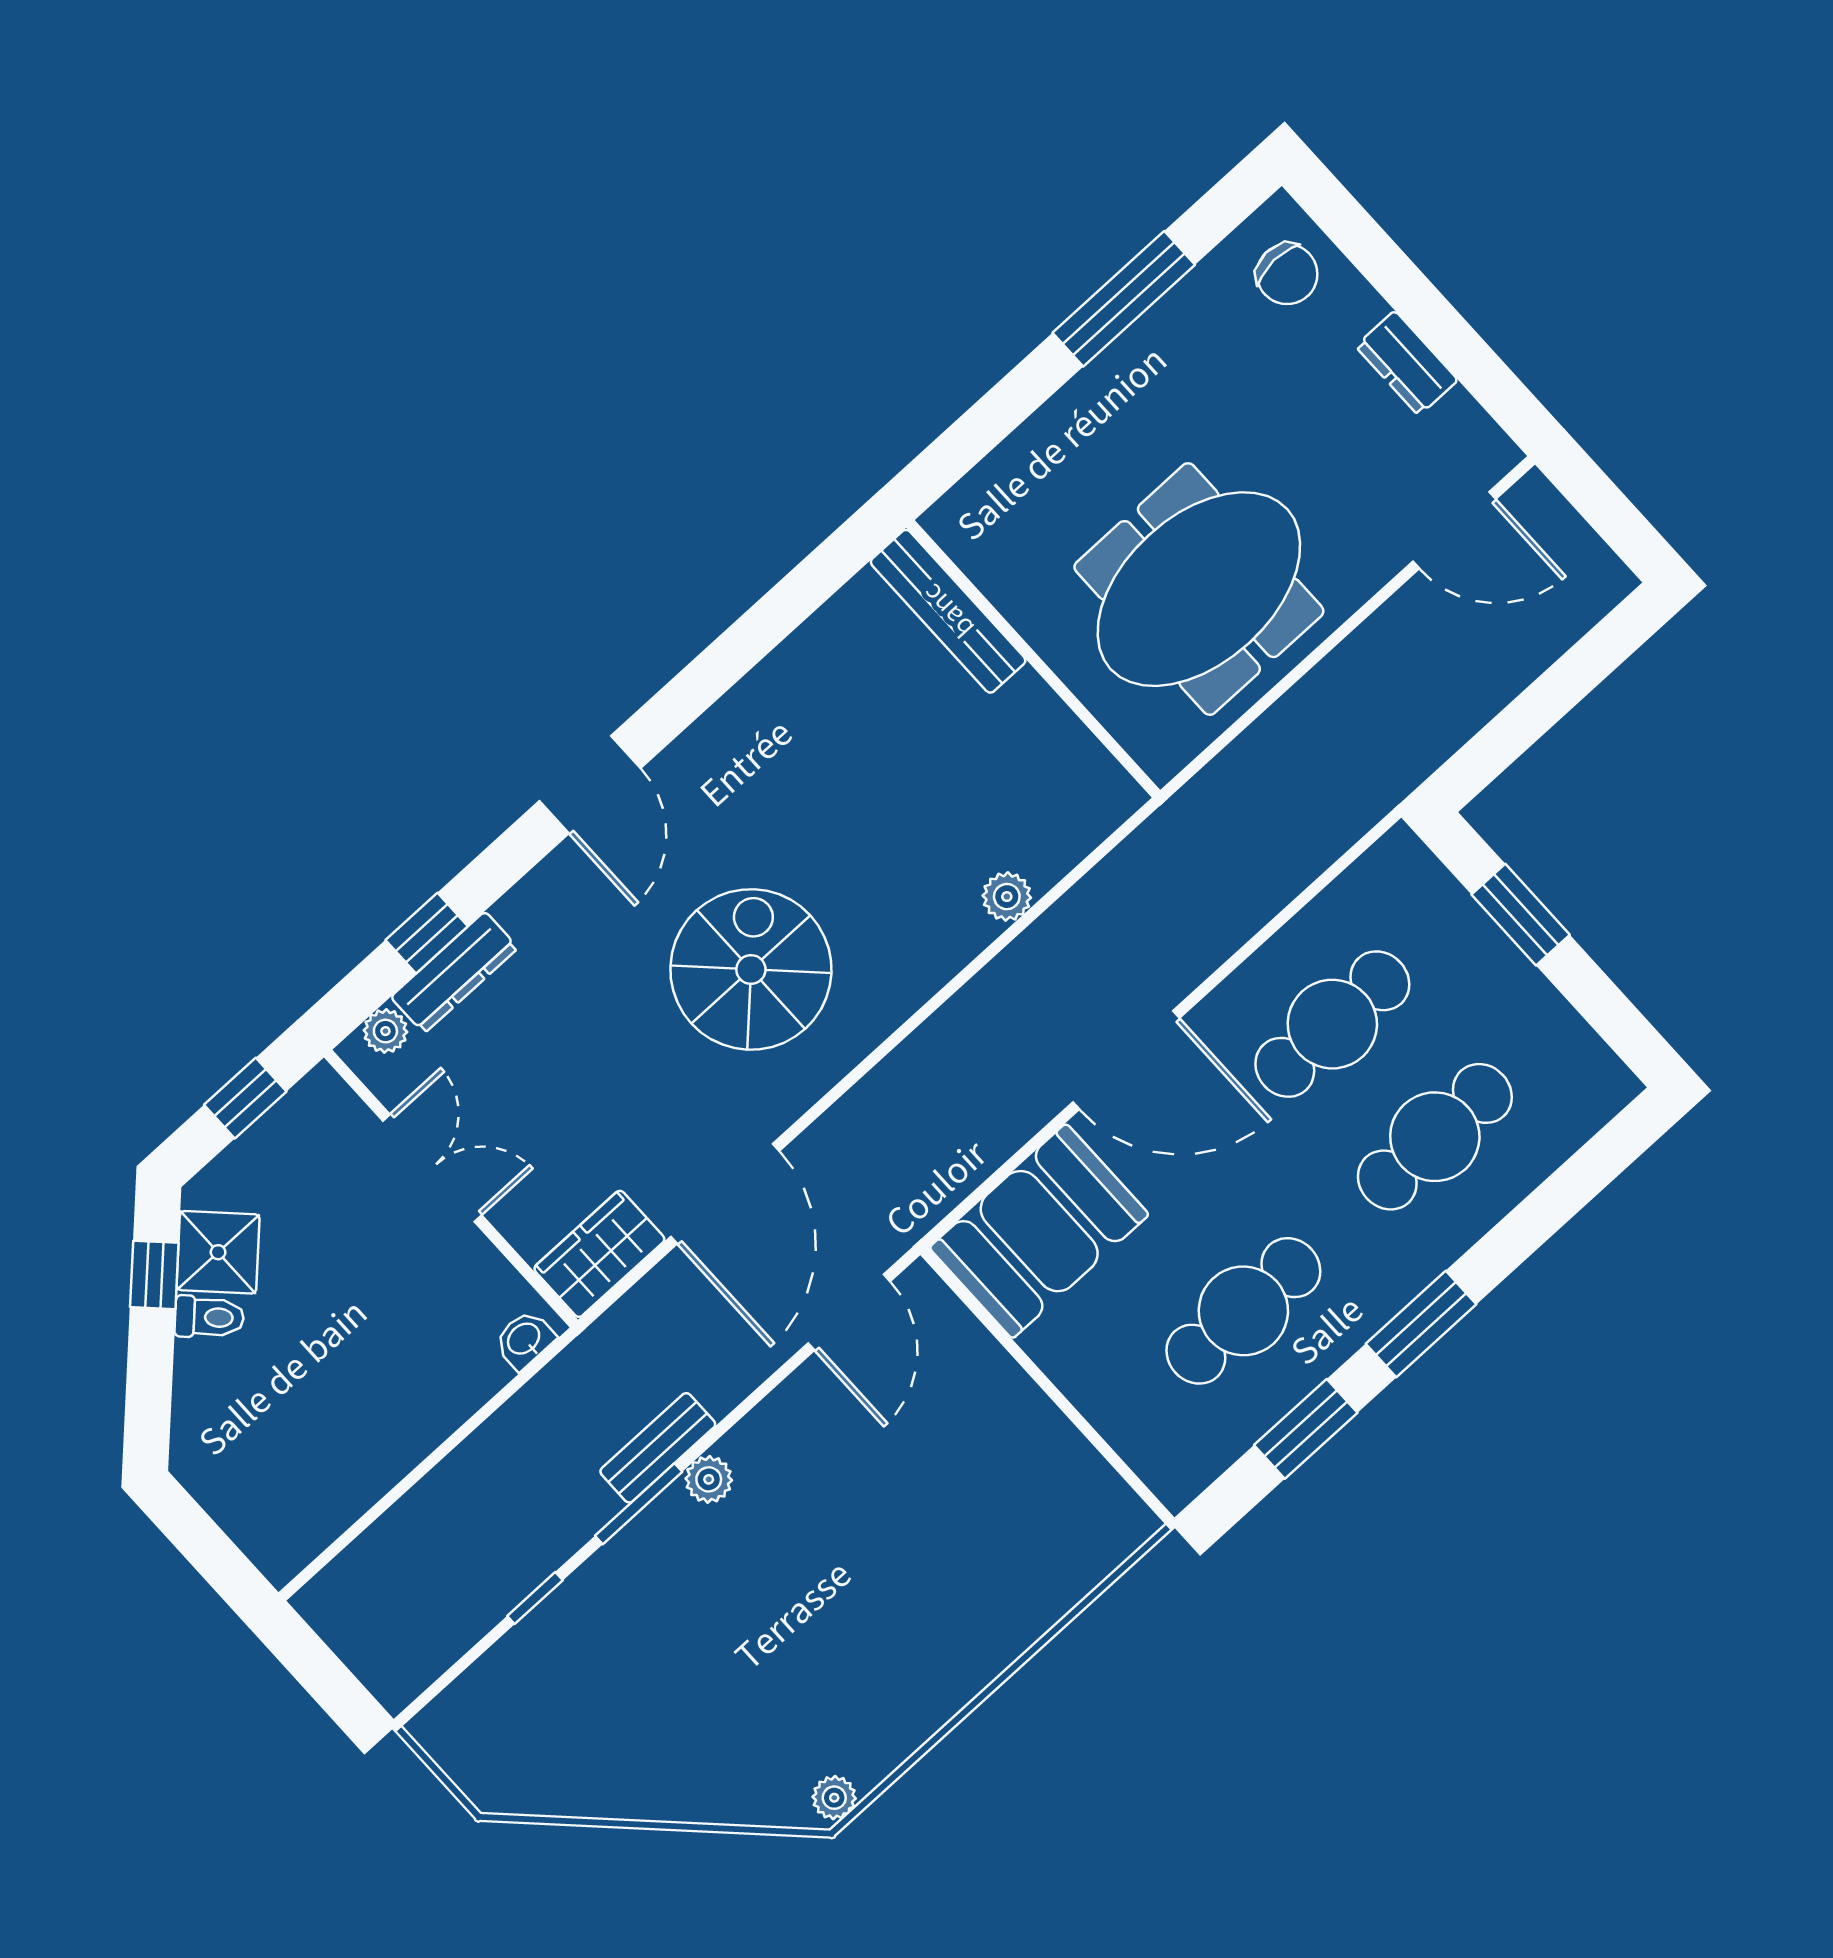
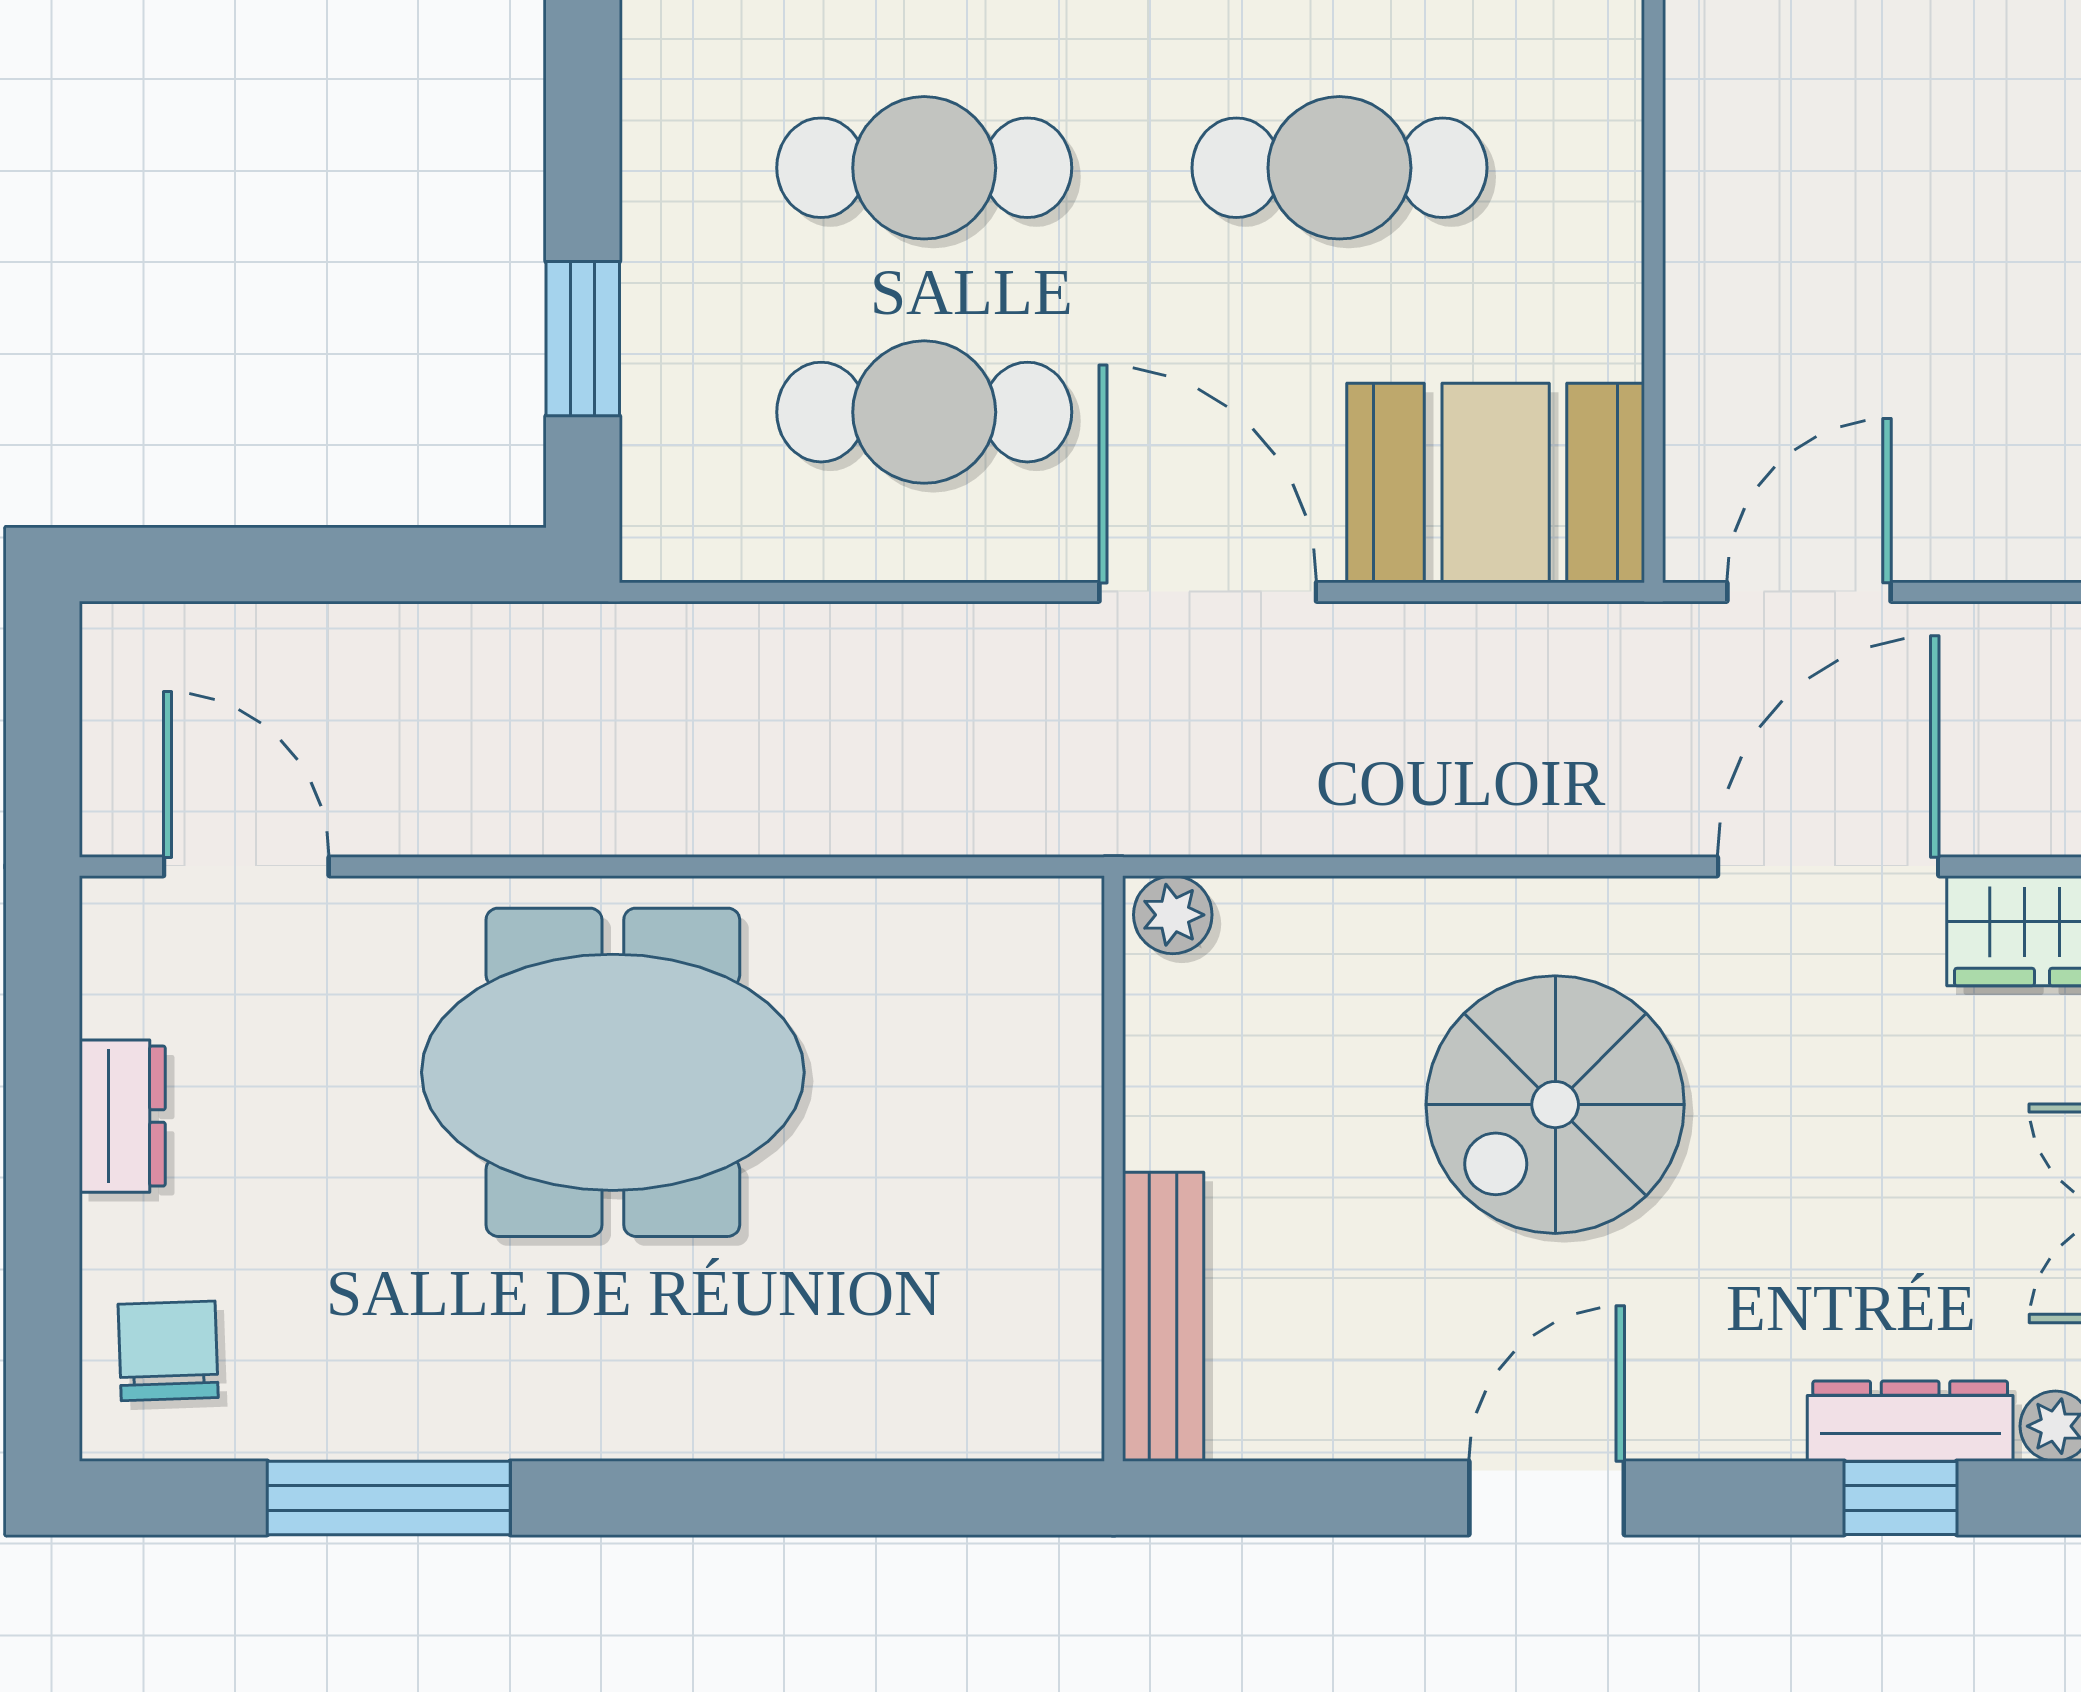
bench: (948, 611) -> (1163, 1317), moved
wall: (1033, 659) -> (1114, 1168), moved

